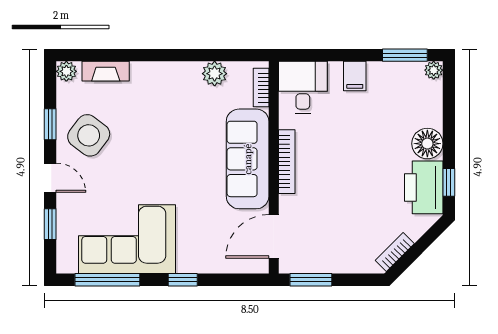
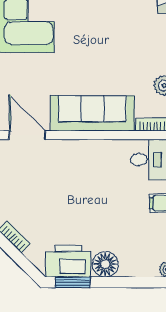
bookcase: (287, 162) -> (90, 146), removed
window: (449, 182) -> (73, 282), width x1.50

